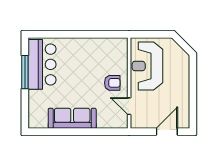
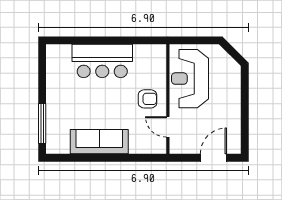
bar counter: (42, 64) -> (102, 61), moved, turned 90
window: (25, 72) -> (42, 124), moved

